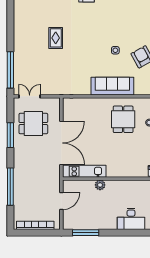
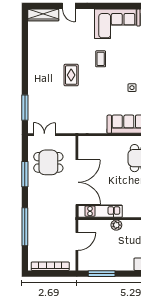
coffee table: (85, 22) -> (101, 59), added
window: (10, 70) -> (25, 108), width x0.68

